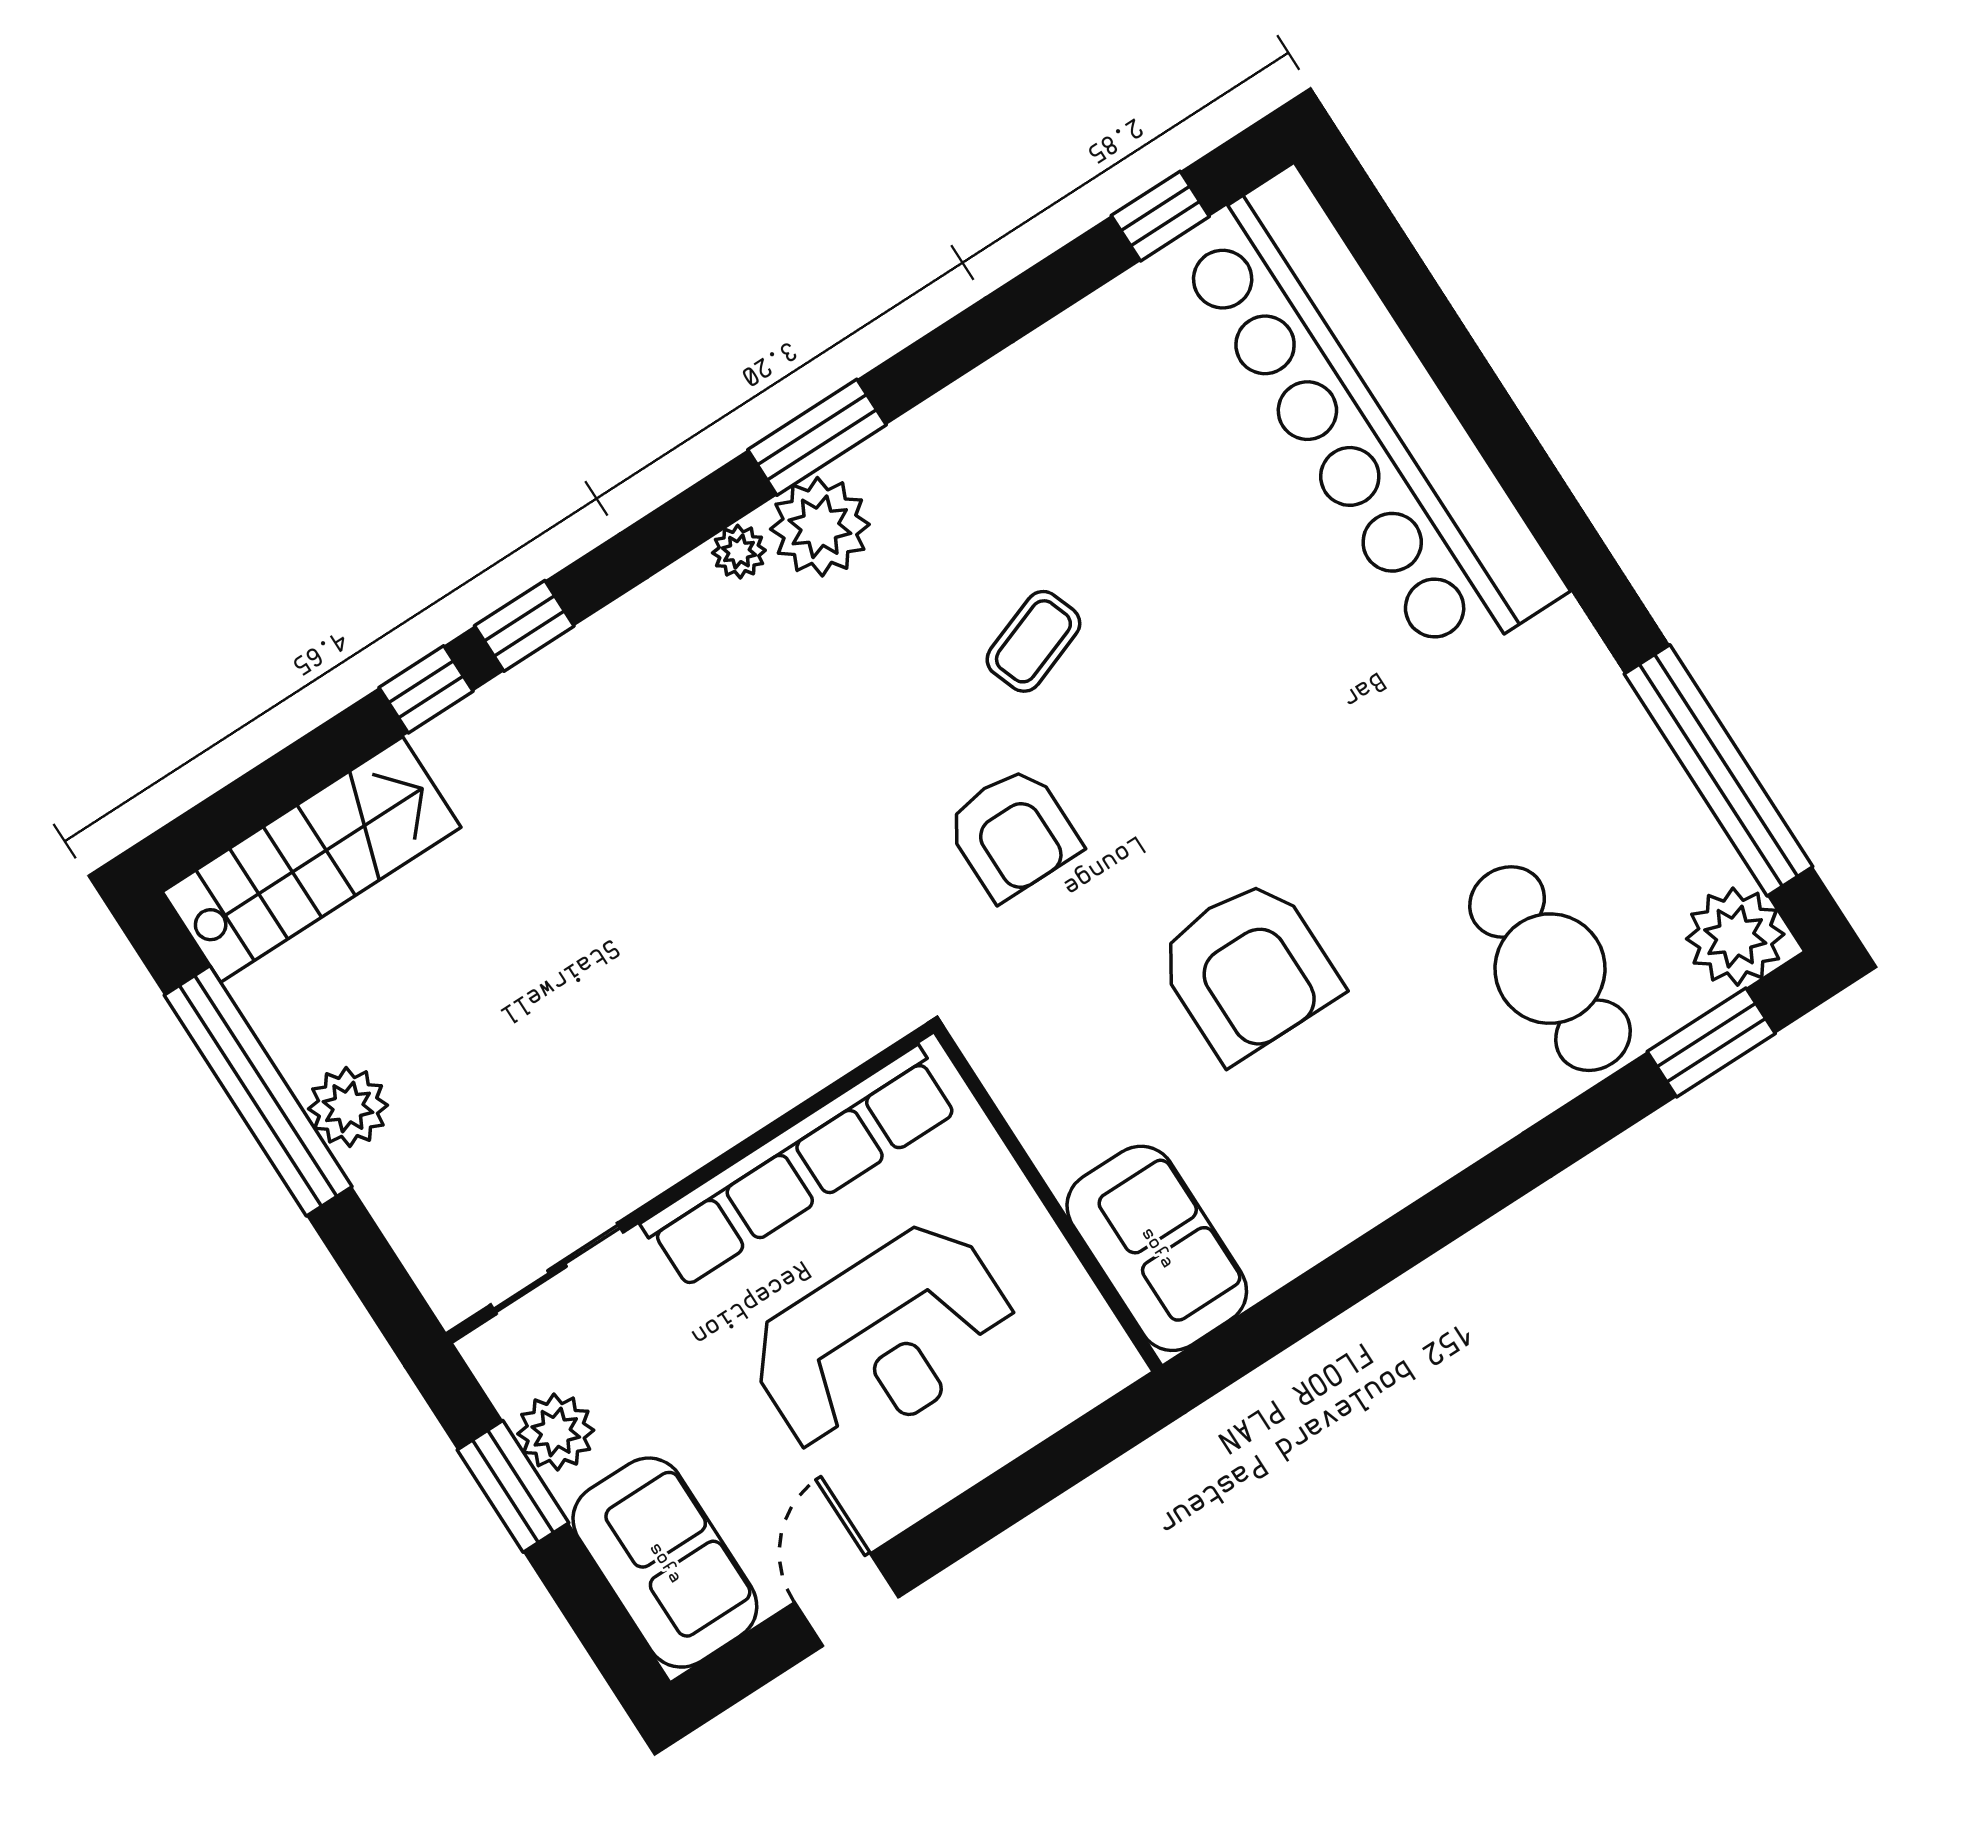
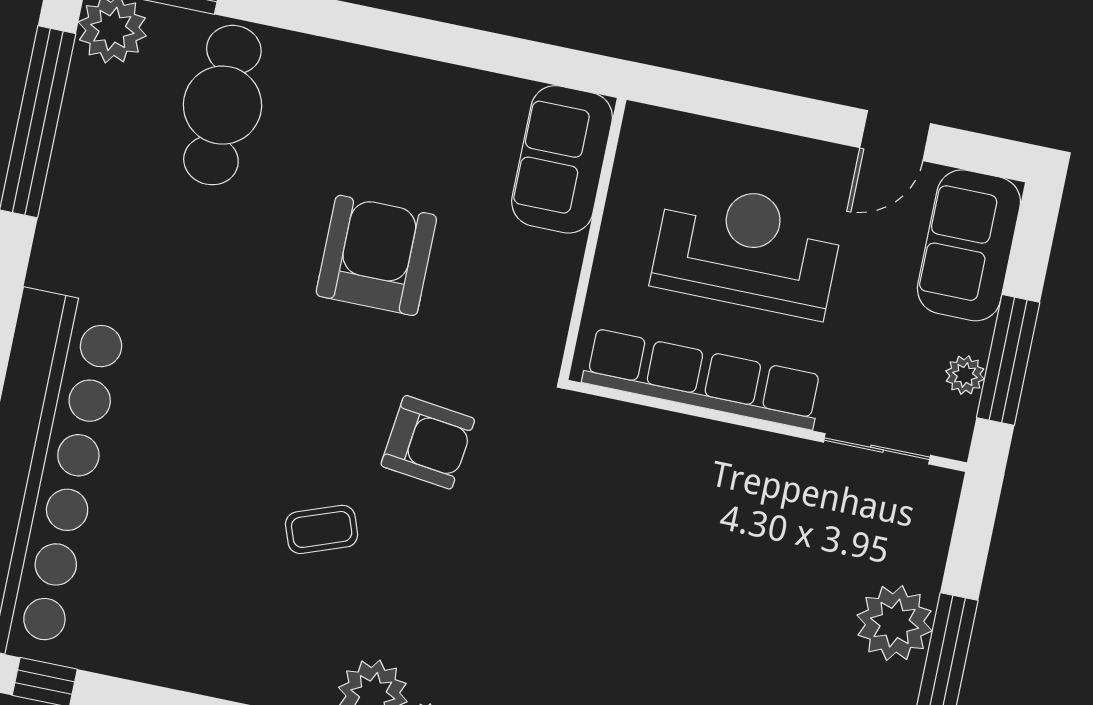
armchair: (1013, 833) -> (428, 442), turned 97
plant: (348, 1107) -> (895, 623), width x1.36, depth x1.36
plant: (556, 1432) -> (965, 375), width x0.73, depth x0.73
window: (513, 1486) -> (1008, 360), width x1.44

